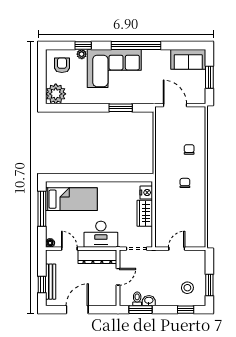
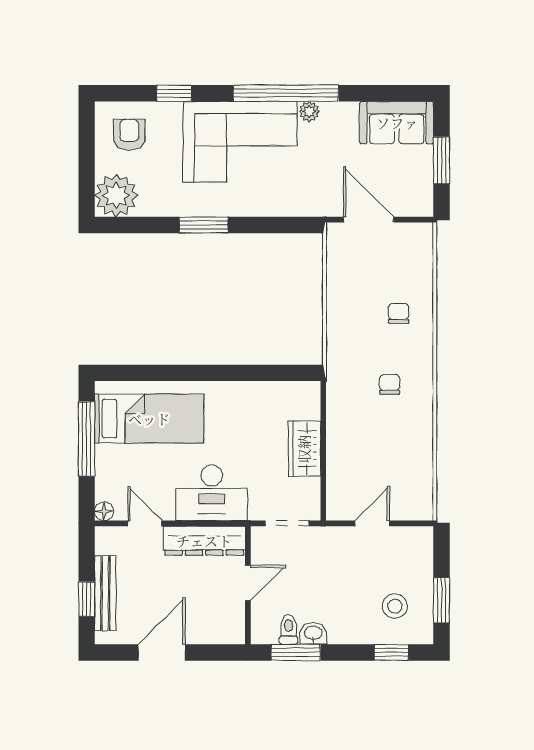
plant: (82, 54) -> (309, 112), moved
window: (121, 108) -> (204, 225), moved
nightstand: (146, 193) -> (308, 405), removed

